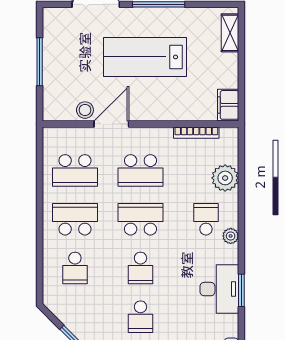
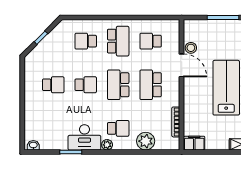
school desk: (75, 170) -> (151, 41), width x0.54
school desk: (140, 219) -> (118, 85), turned 180
school desk: (140, 268) -> (86, 85), turned 180
desk: (219, 289) -> (84, 137), moved
school desk: (140, 317) -> (53, 85), turned 180

